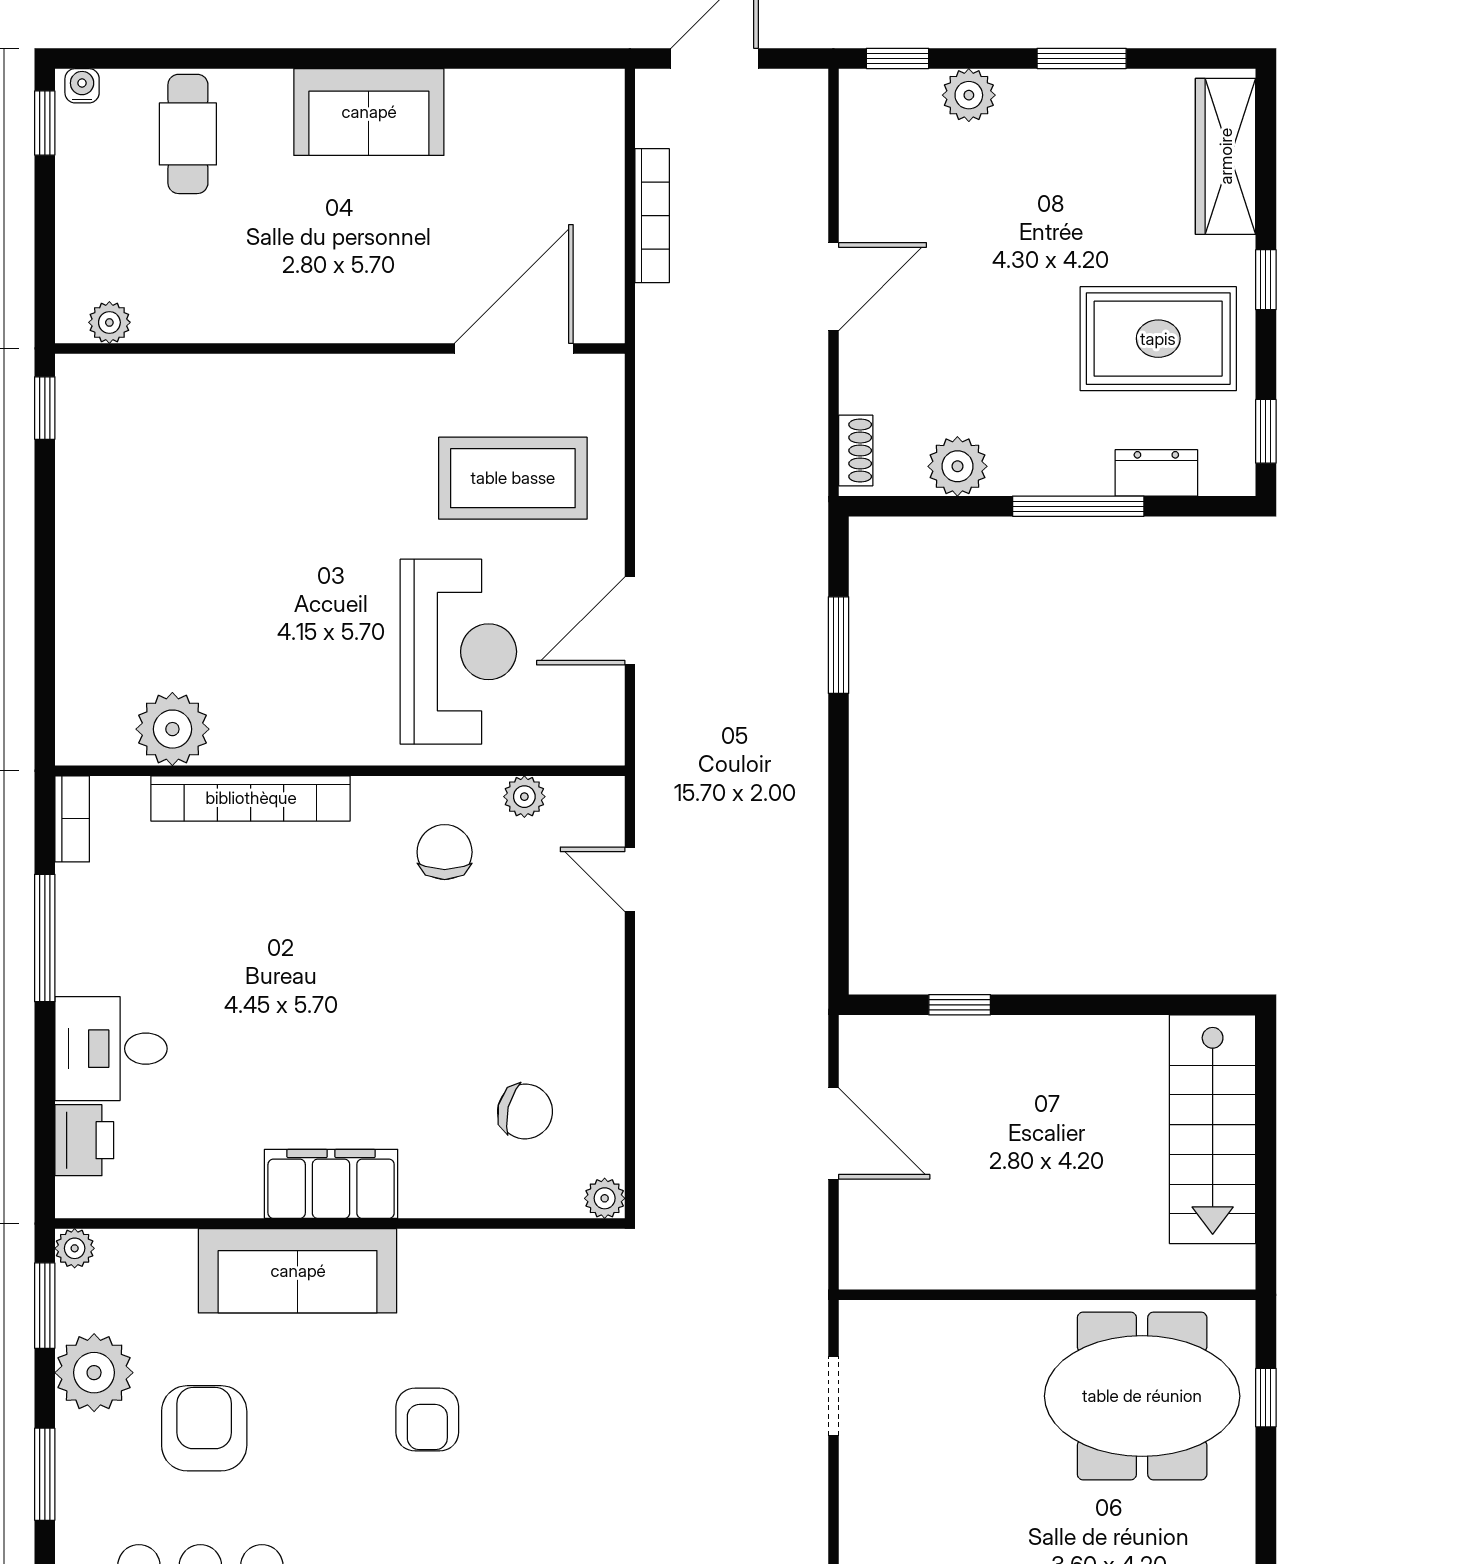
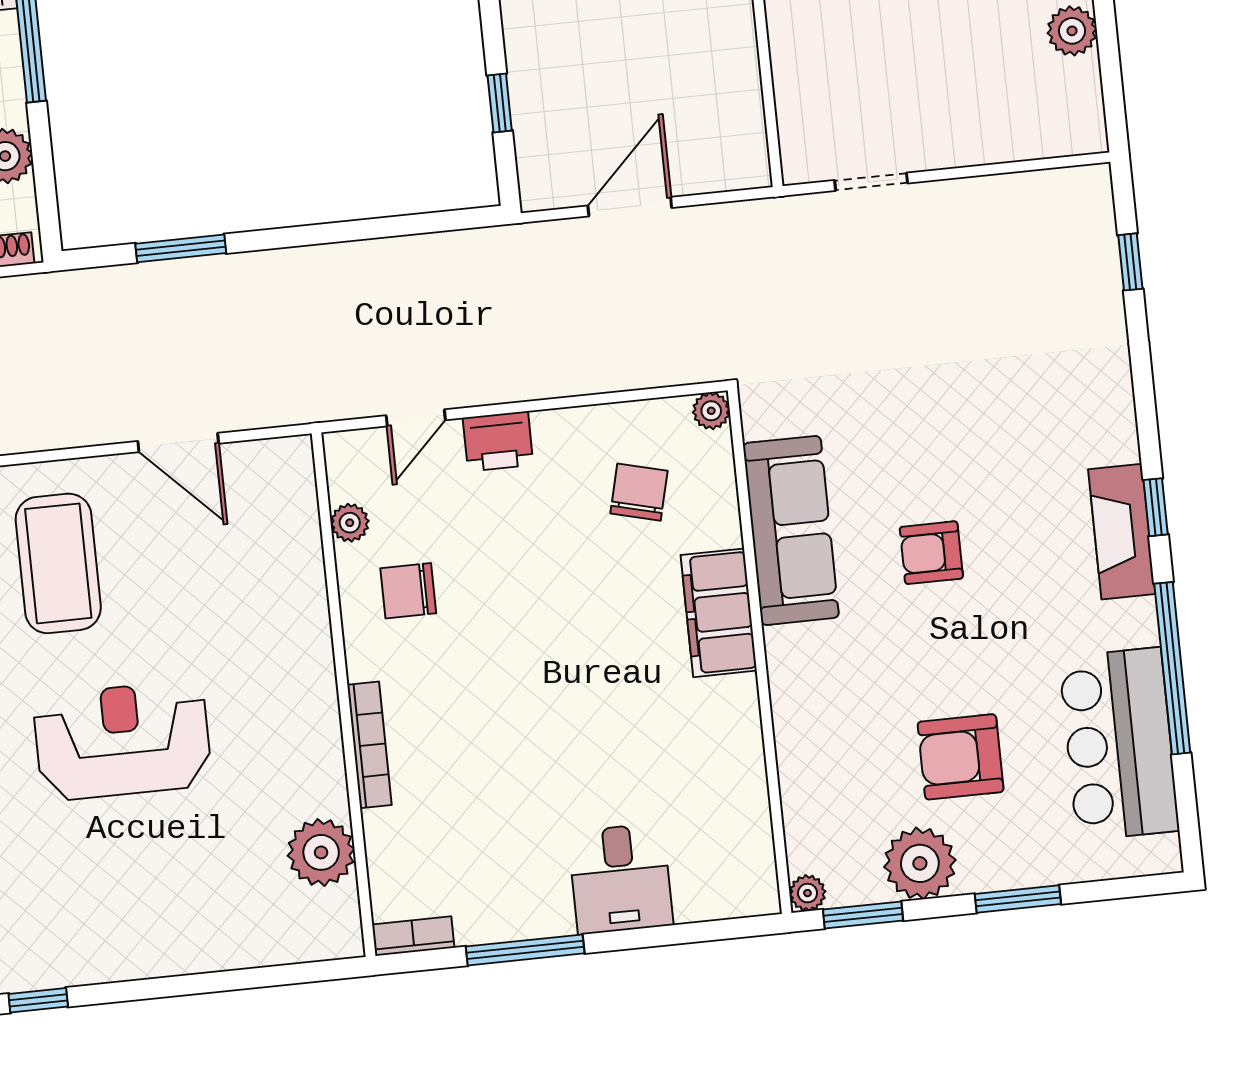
reception desk: (458, 652) -> (122, 741), moved
bookcase: (251, 798) -> (369, 745), width x0.68, depth x0.76
printer: (84, 1140) -> (498, 441), moved, turned 180
filing cabinet: (331, 1184) -> (719, 613), moved
sofa: (298, 1271) -> (791, 530), moved
armchair: (427, 1420) -> (931, 553), turned 180

